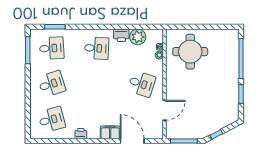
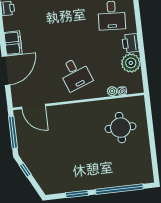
round table: (190, 52) -> (120, 128), width x0.73, depth x0.73
desk: (142, 84) -> (75, 74), turned -39
door: (165, 110) -> (33, 107), moved

